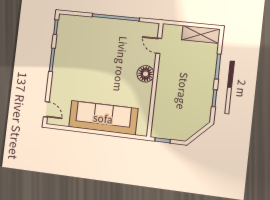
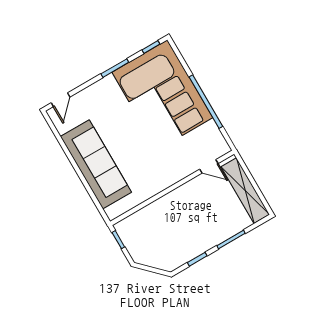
shelving: (201, 34) -> (245, 191), width x1.47
corner sofa: (91, 42) -> (162, 95), added
door: (159, 46) -> (209, 166), swing flipped
floor lamp: (146, 74) -> (171, 174), removed

